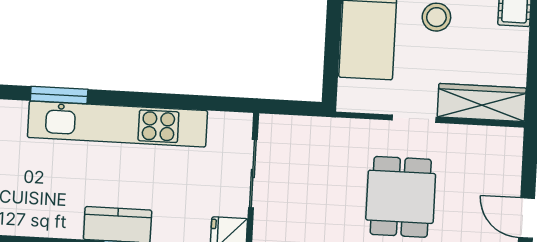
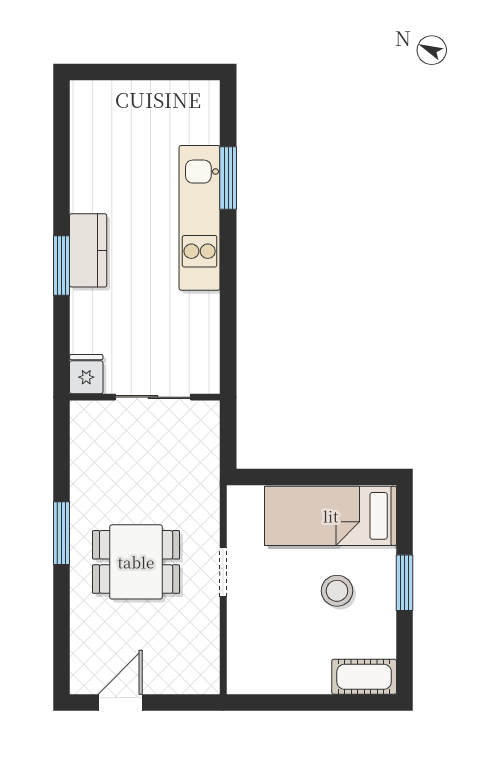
wardrobe: (482, 102) -> (245, 646), removed
kitchen unit: (117, 124) -> (200, 218), width x0.73

